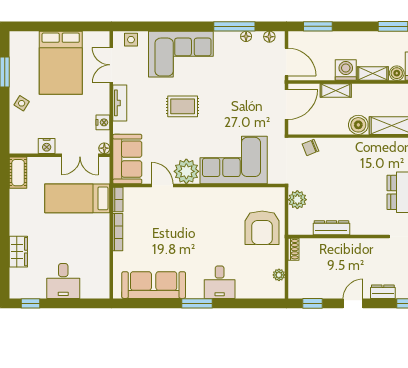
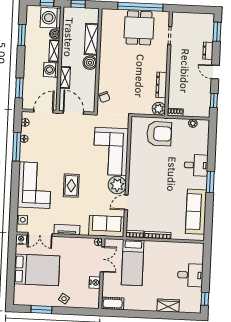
nightstand: (103, 122) -> (21, 239), moved
plant: (297, 200) -> (159, 109), moved

